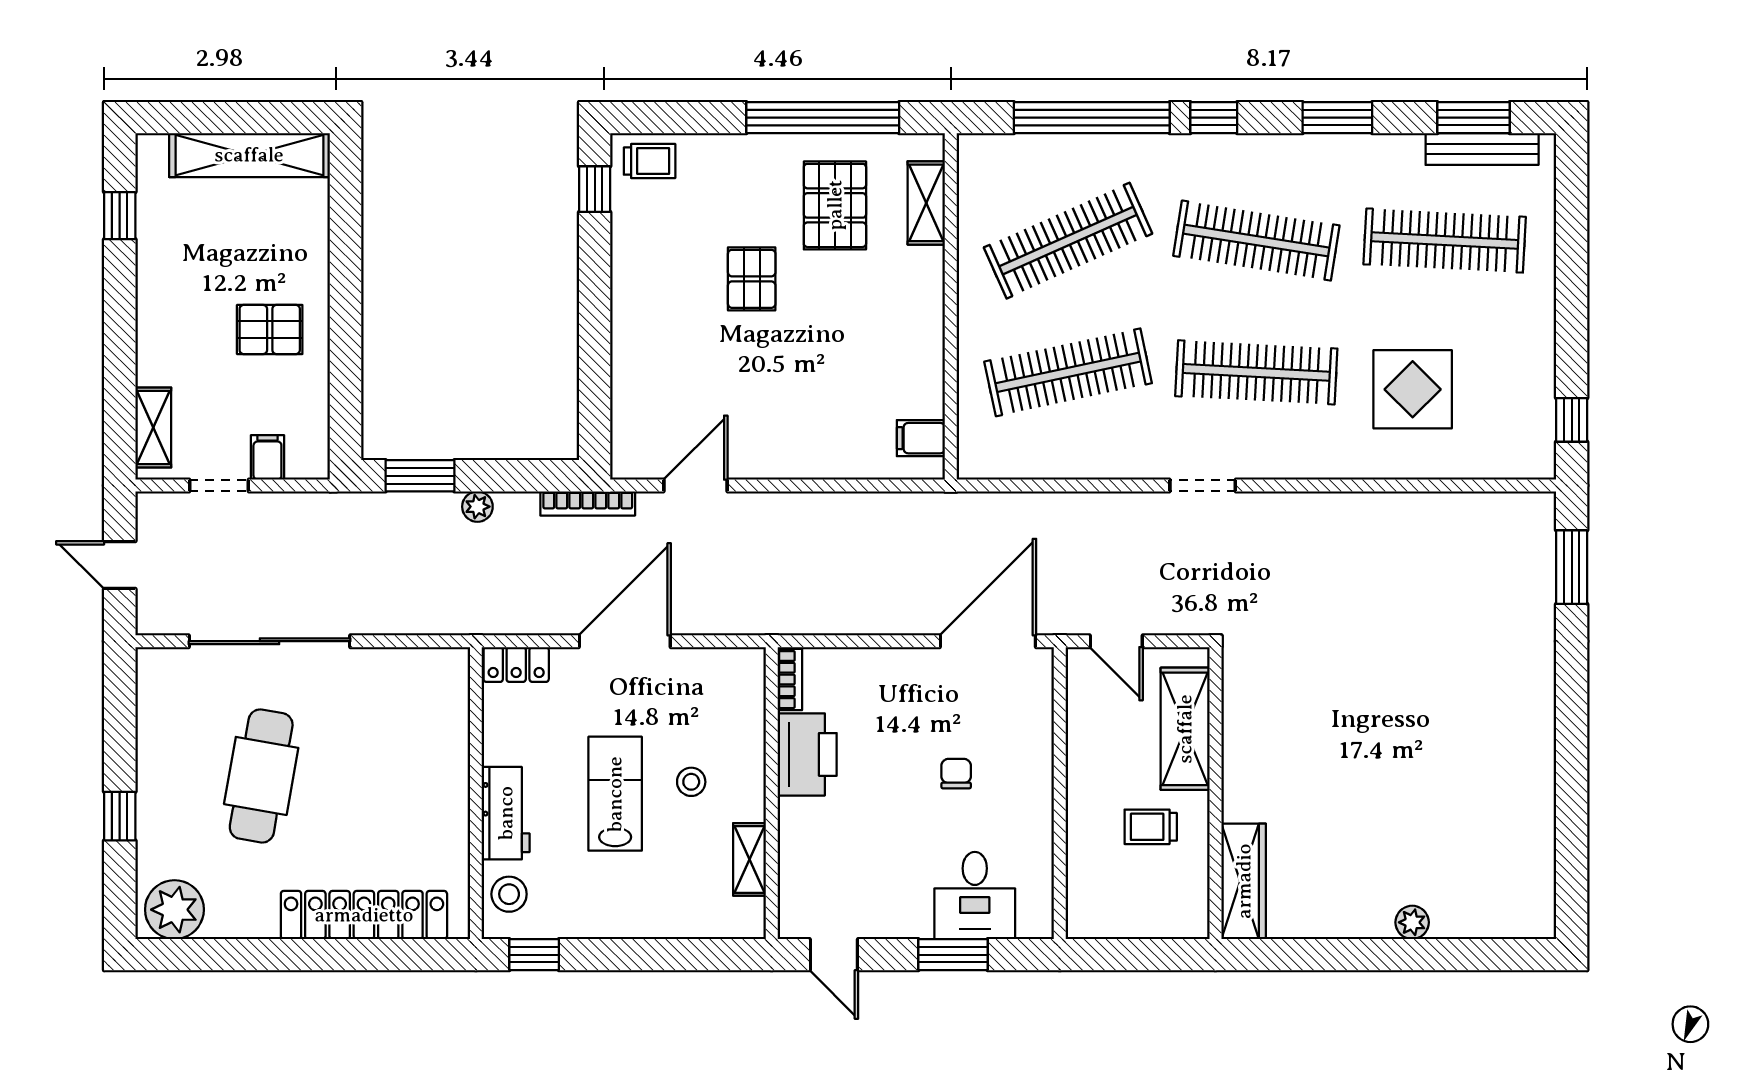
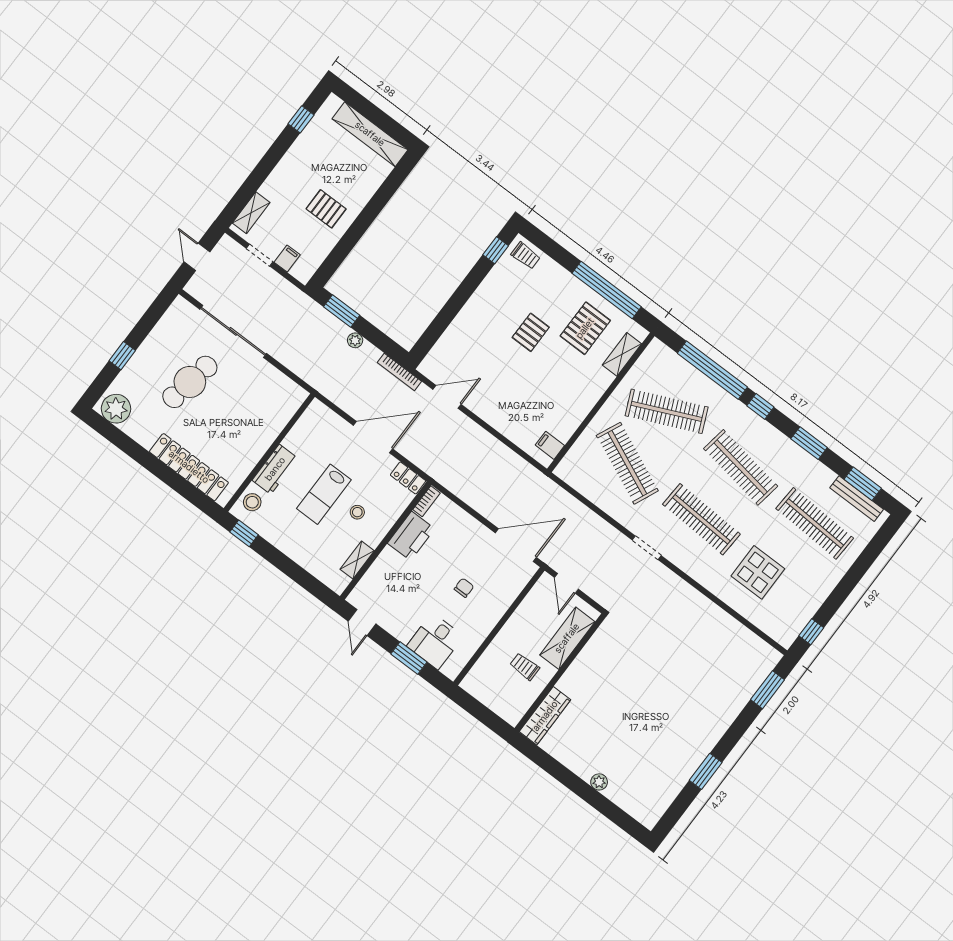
clothes rail: (1068, 372) -> (627, 463), turned 36
locker: (516, 664) -> (408, 478), moved
window: (1572, 775) -> (706, 771), added
lab bench: (615, 794) -> (324, 494), turned 180

